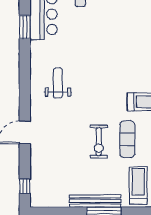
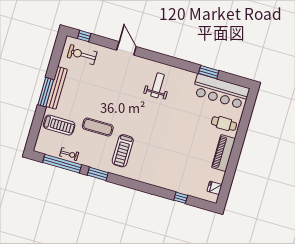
weight bench: (58, 83) -> (158, 85), turned -90
exercise bike: (99, 142) -> (82, 55), moved

